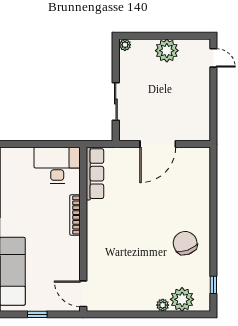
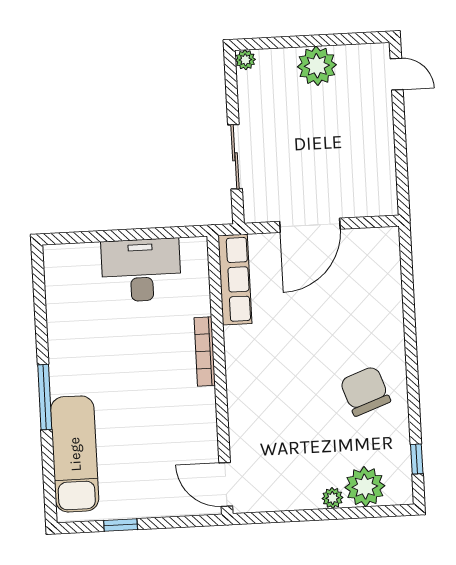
row of seats: (95, 174) -> (235, 280), moved
bookcase: (75, 215) -> (205, 351), moved
wall: (83, 229) -> (220, 375), moved
door: (83, 294) -> (226, 484), moved

